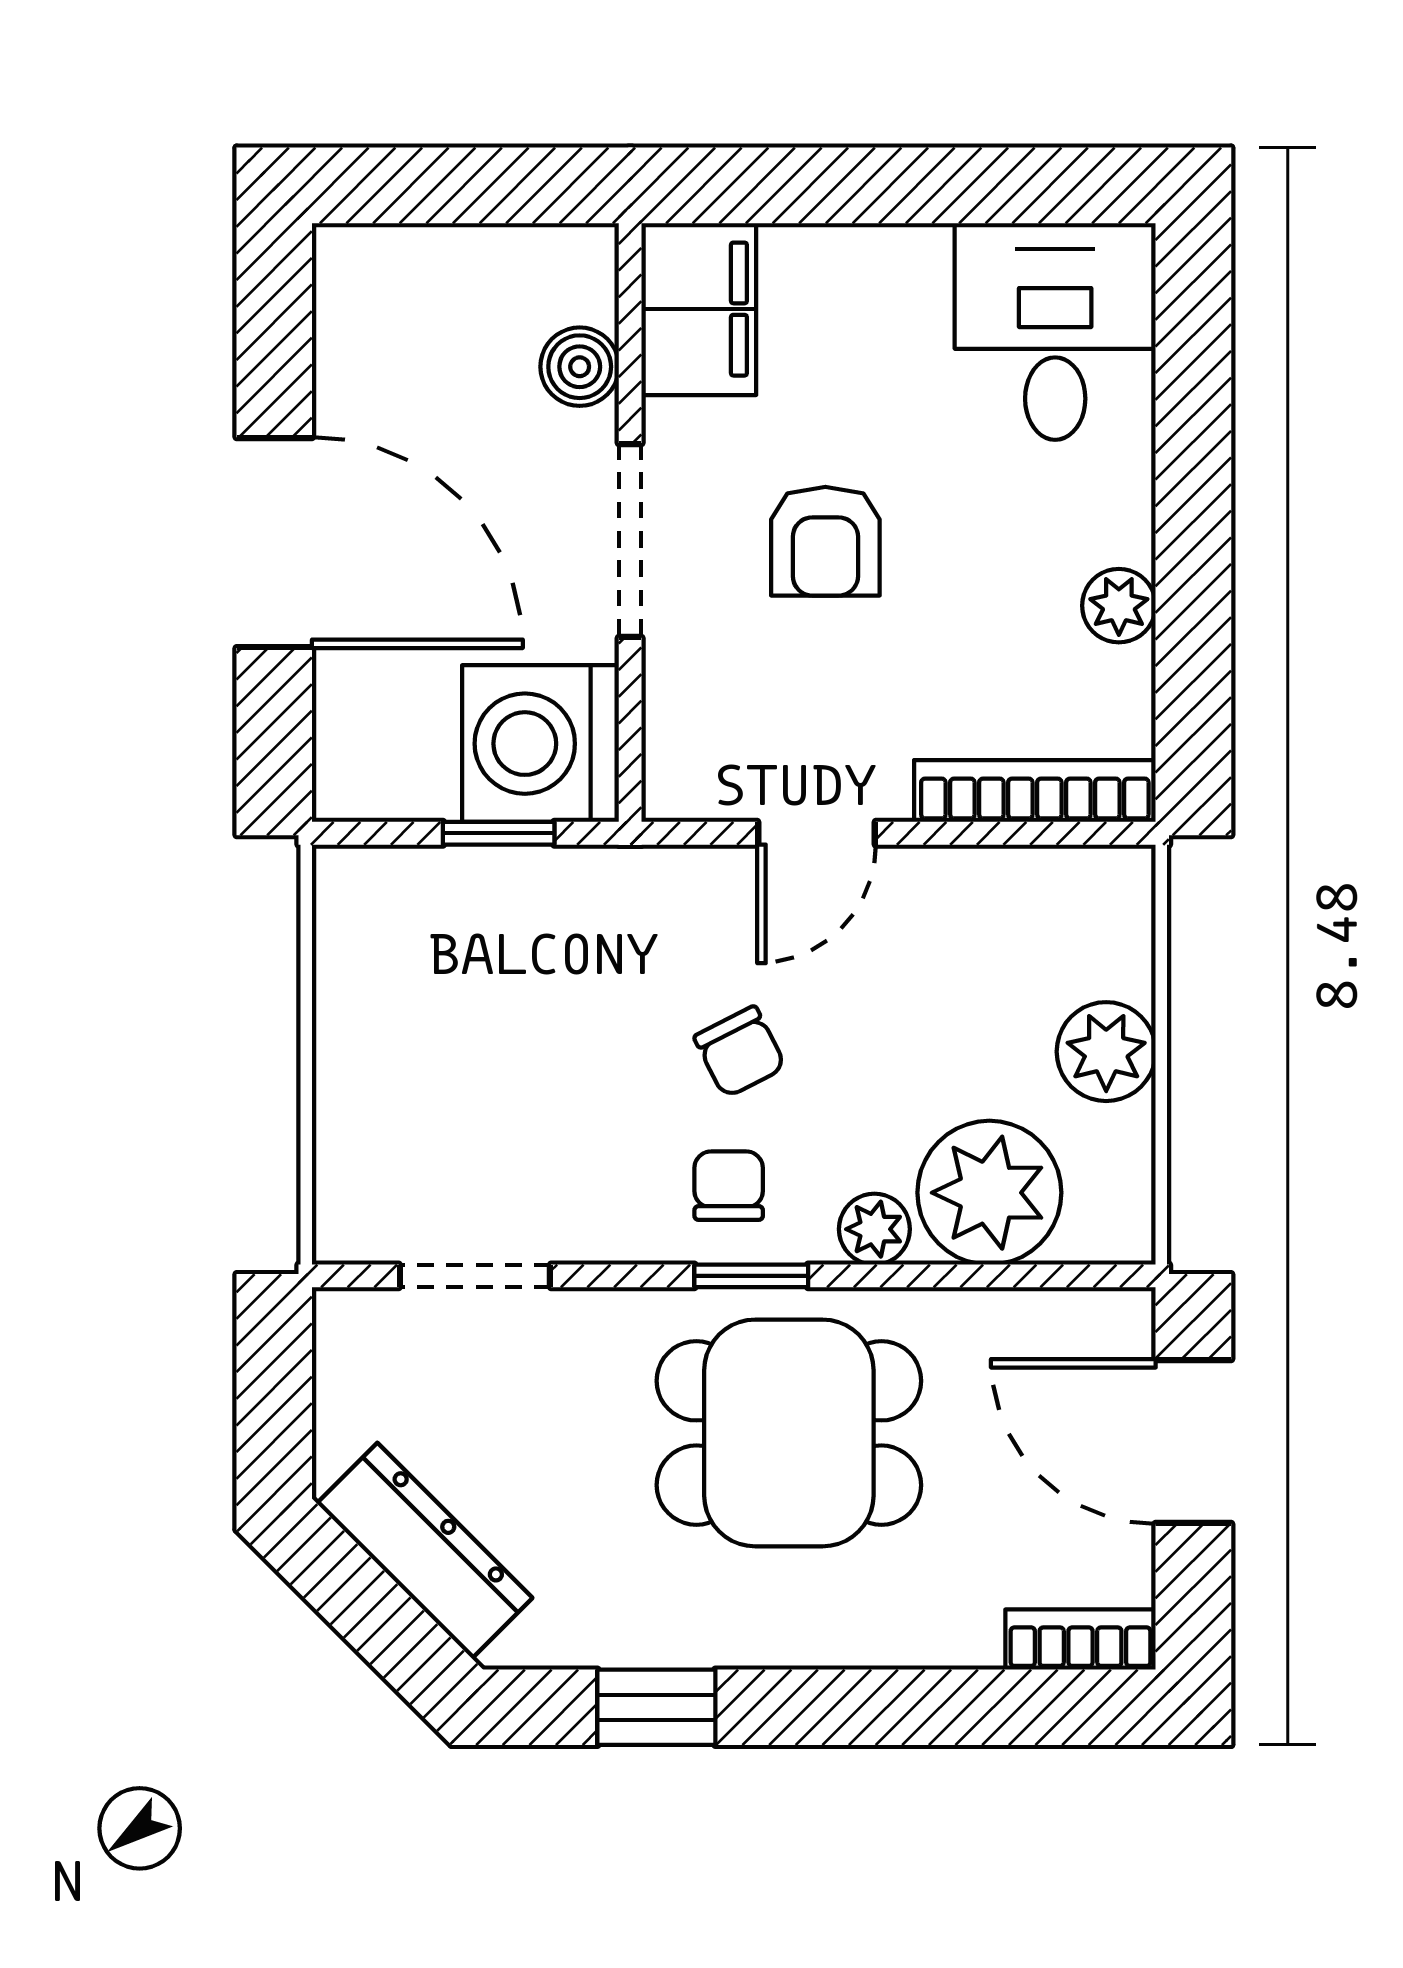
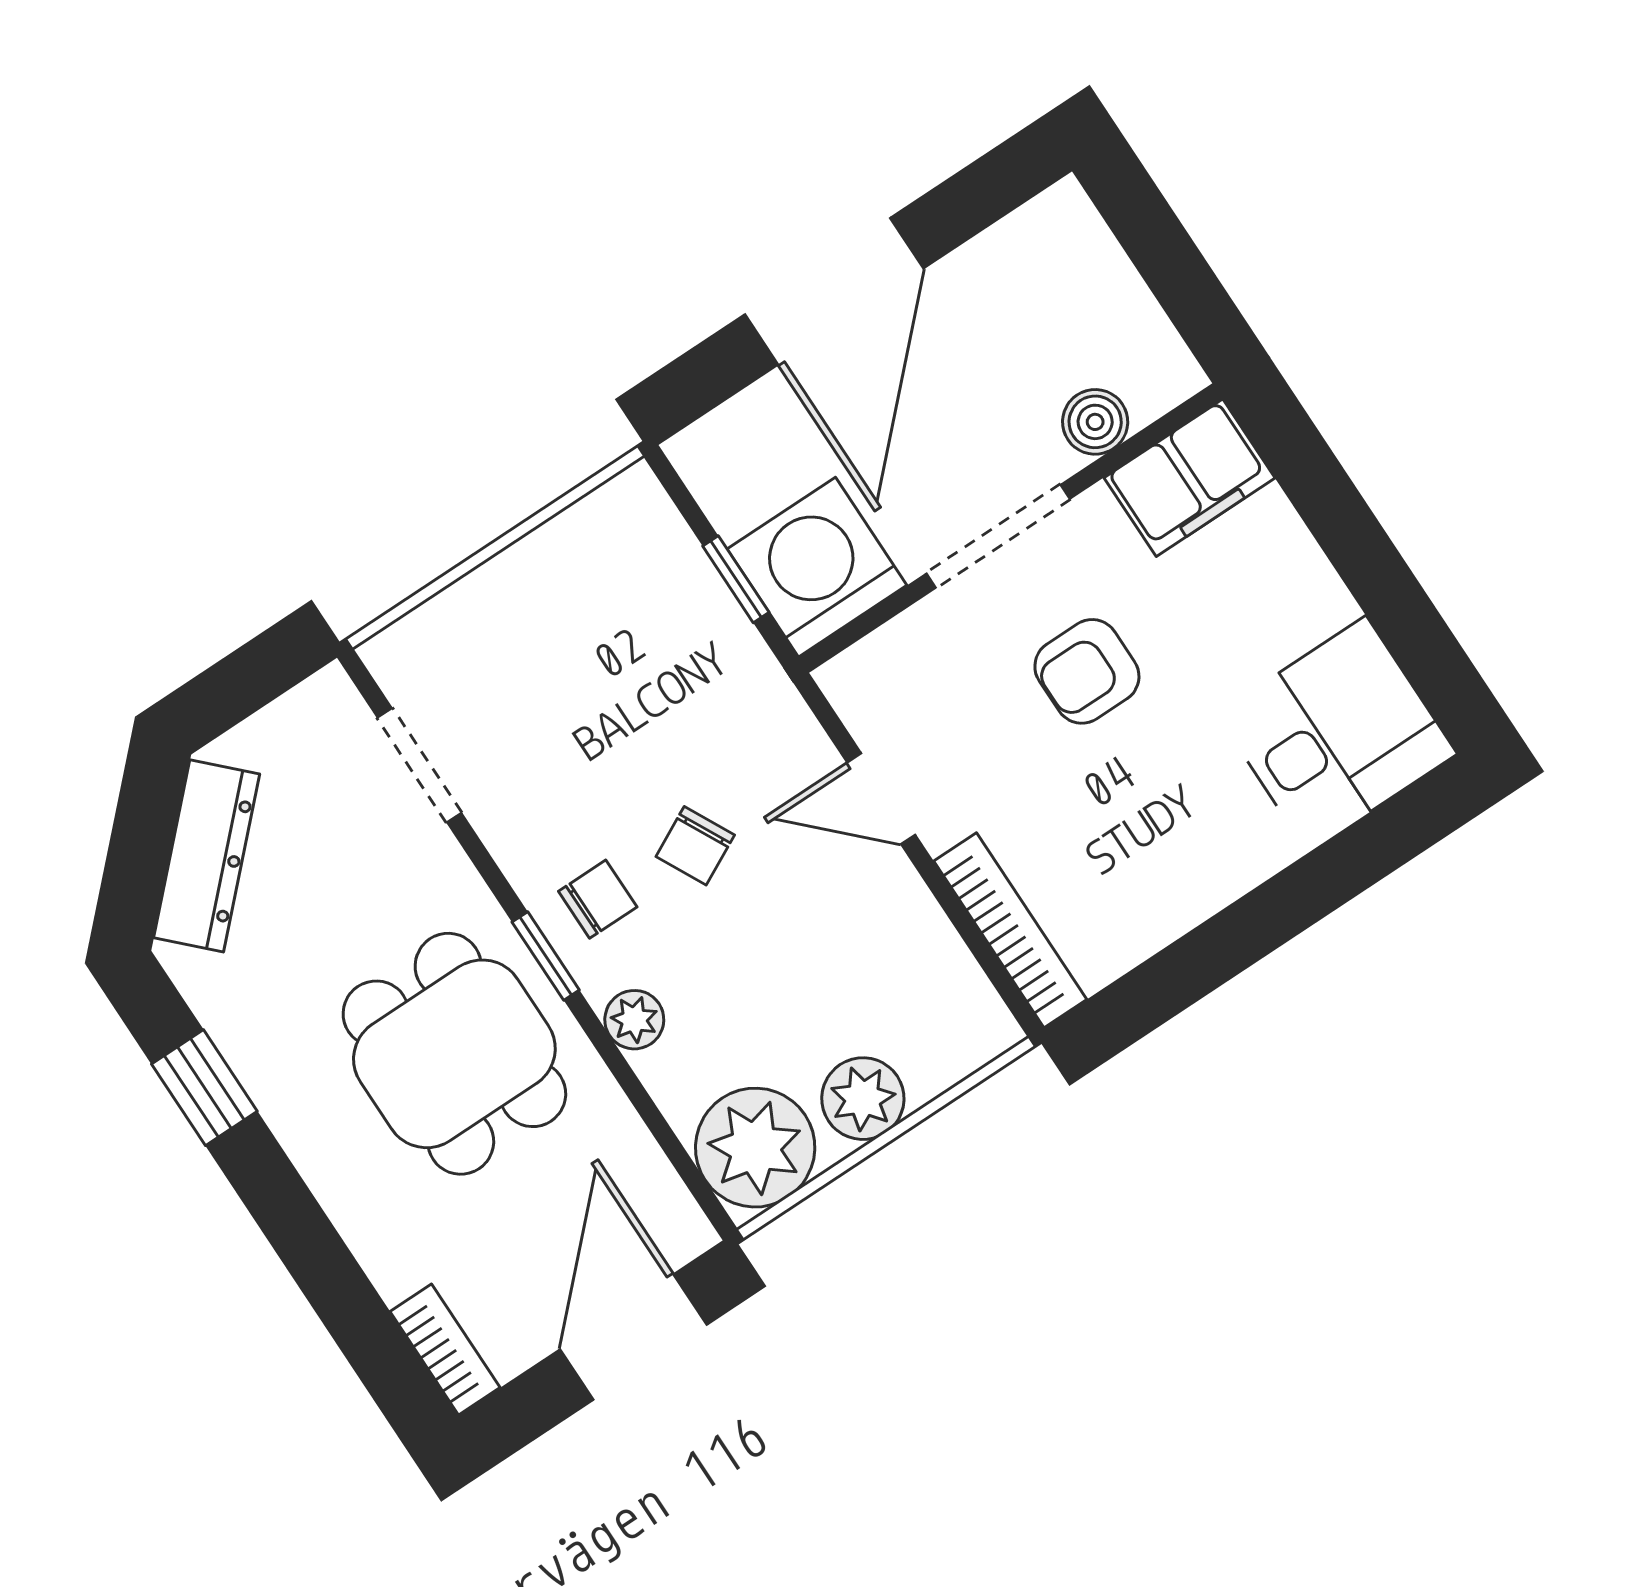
plant: (1119, 606) -> (1177, 903), removed
plant: (989, 1193) -> (755, 1148), moved

